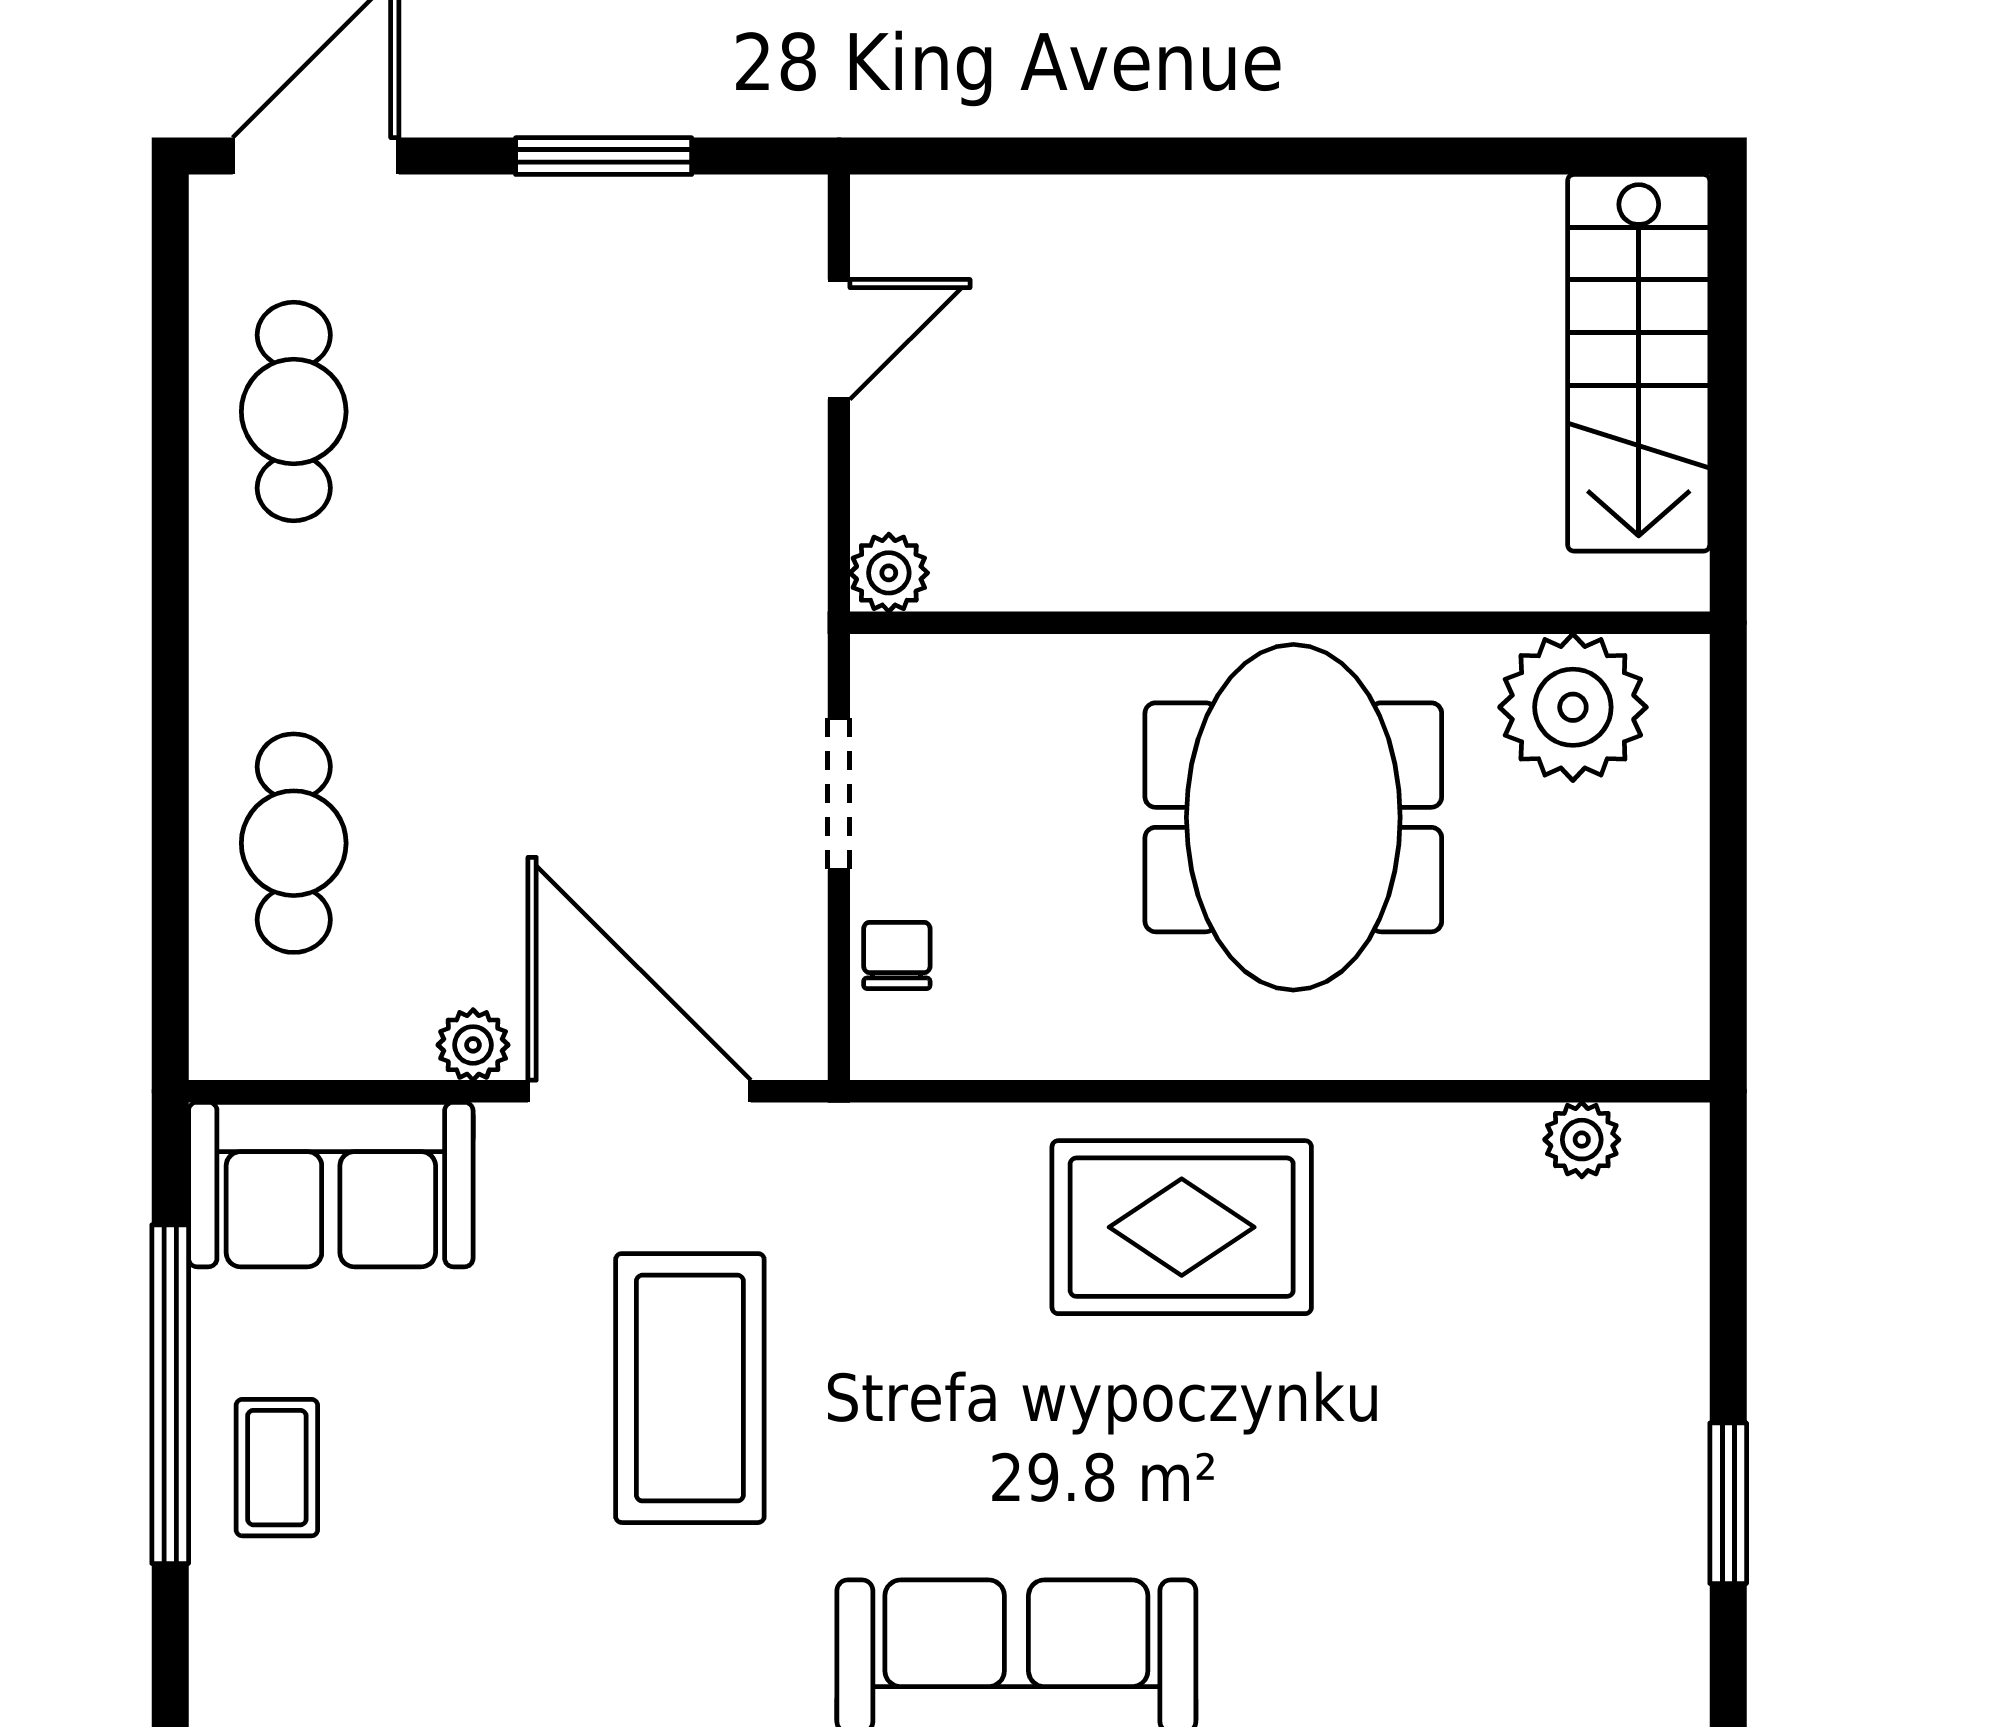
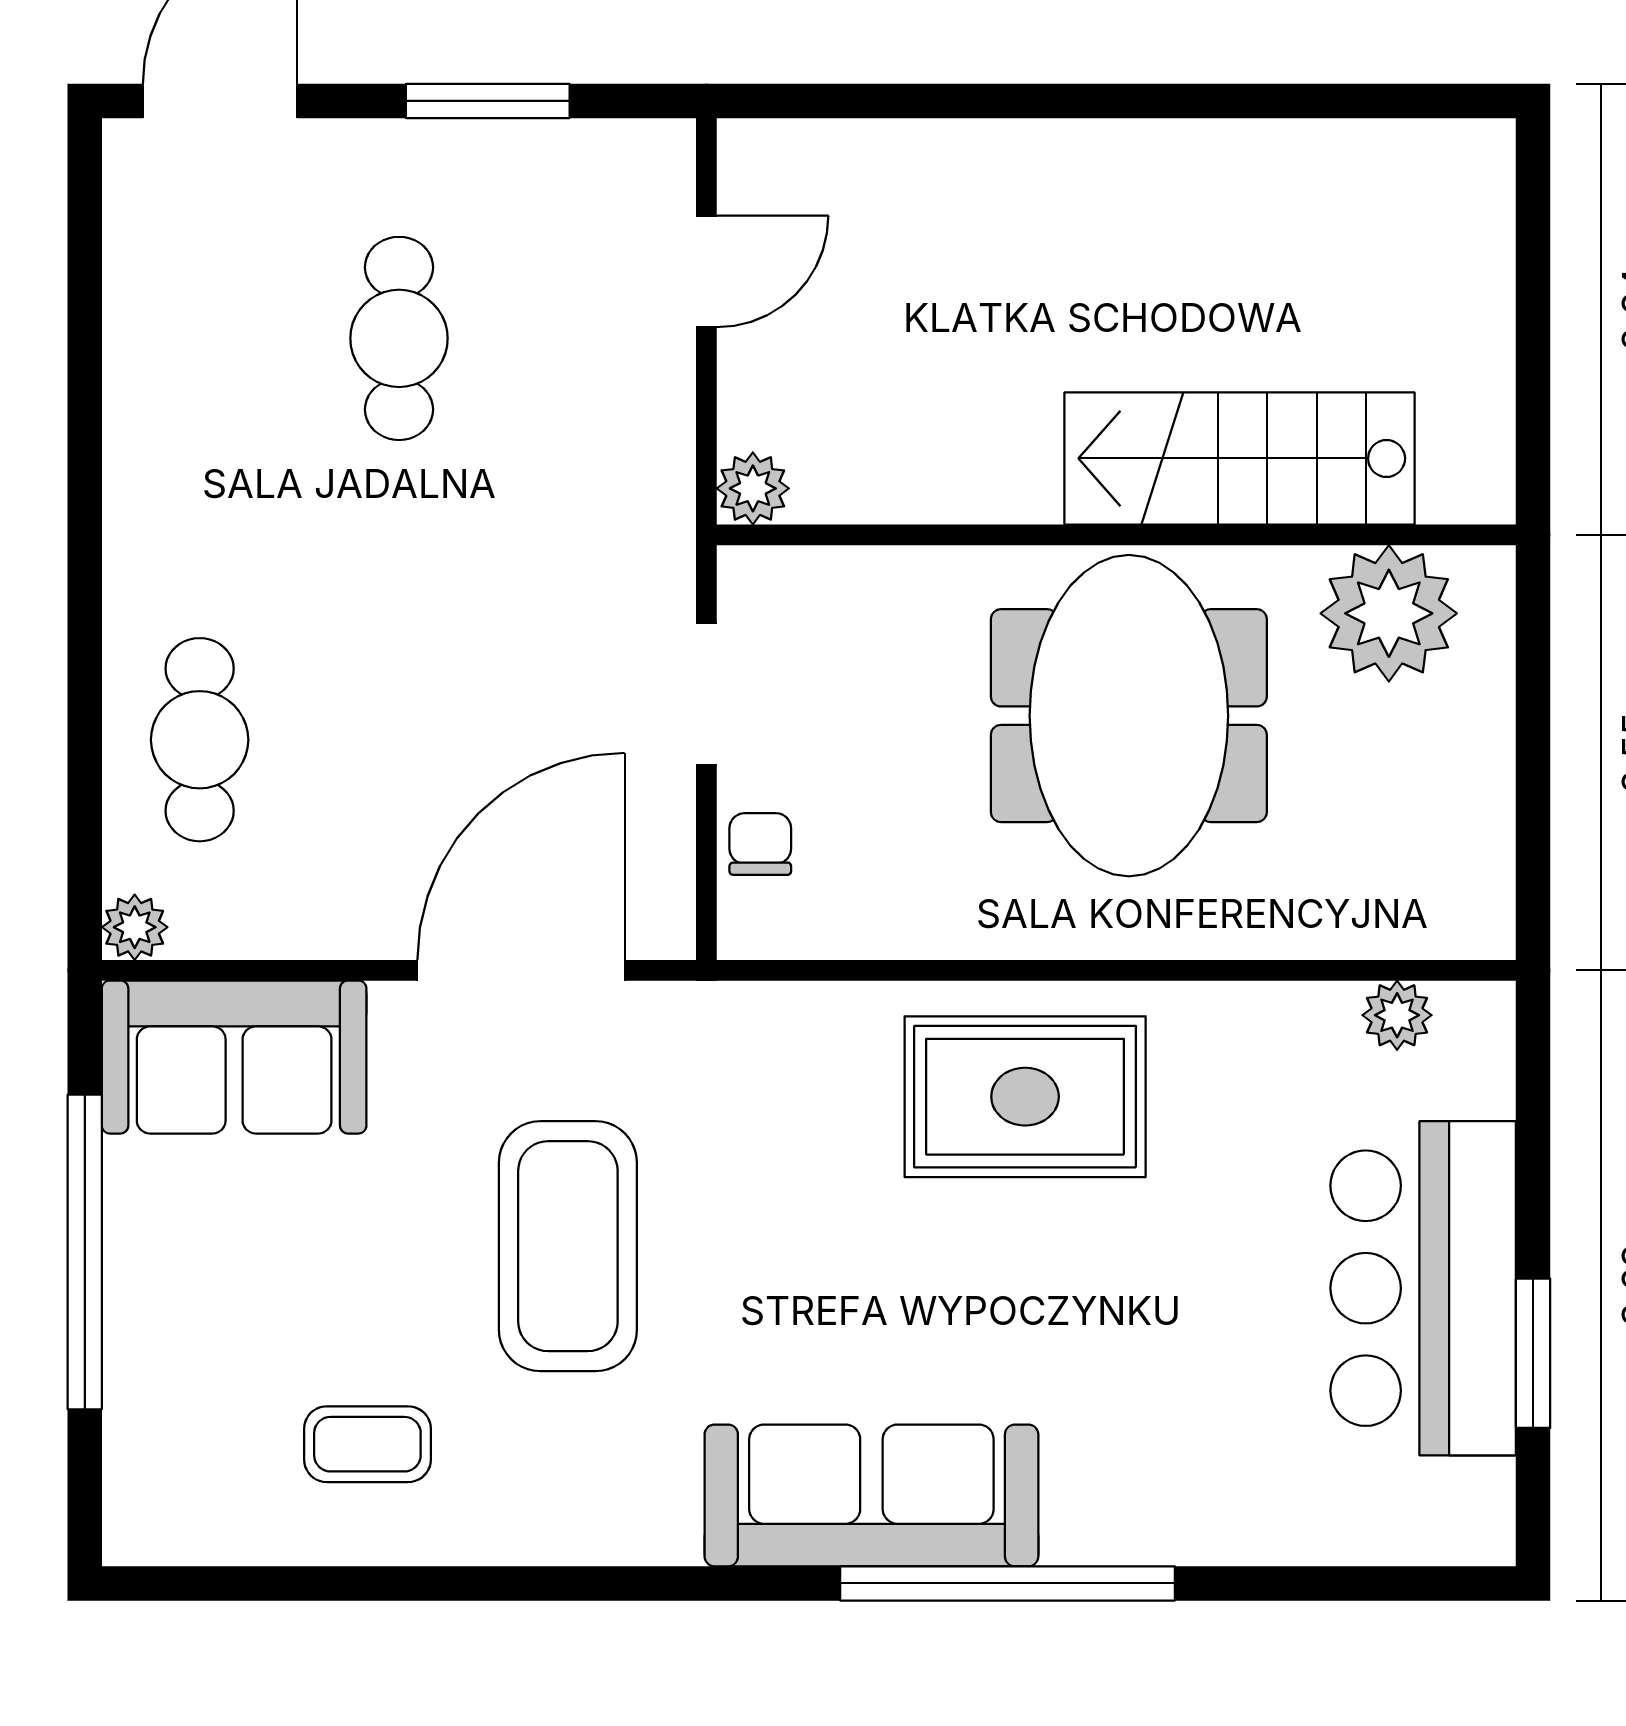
stairs: (1639, 363) -> (1239, 458), moved, turned 90
cafe table: (294, 412) -> (399, 338), moved
plant: (473, 1045) -> (135, 927), moved
door: (639, 1091) -> (521, 970), hinge flipped
bar counter: (1610, 1433) -> (1423, 1288), added
coffee table: (277, 1468) -> (367, 1444), moved, turned 90

